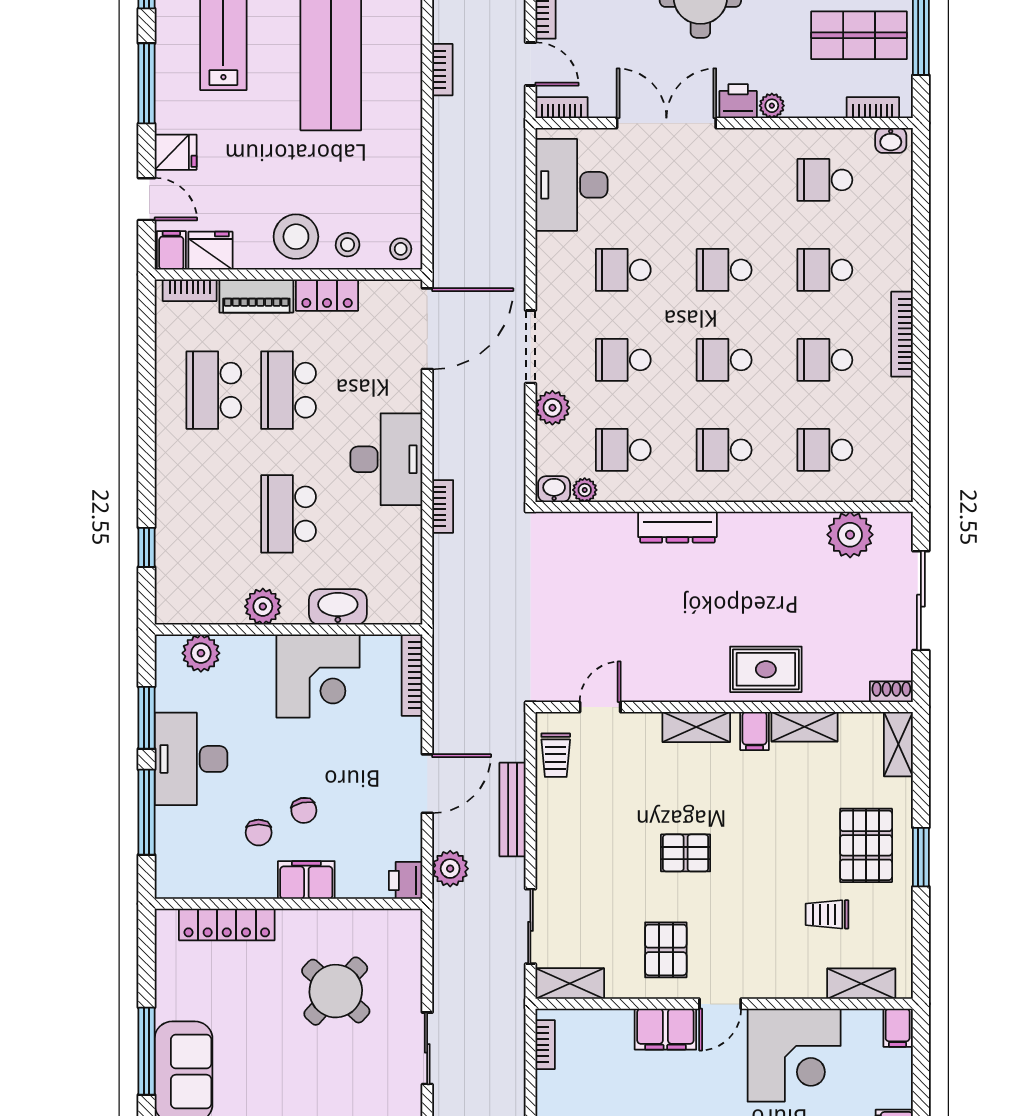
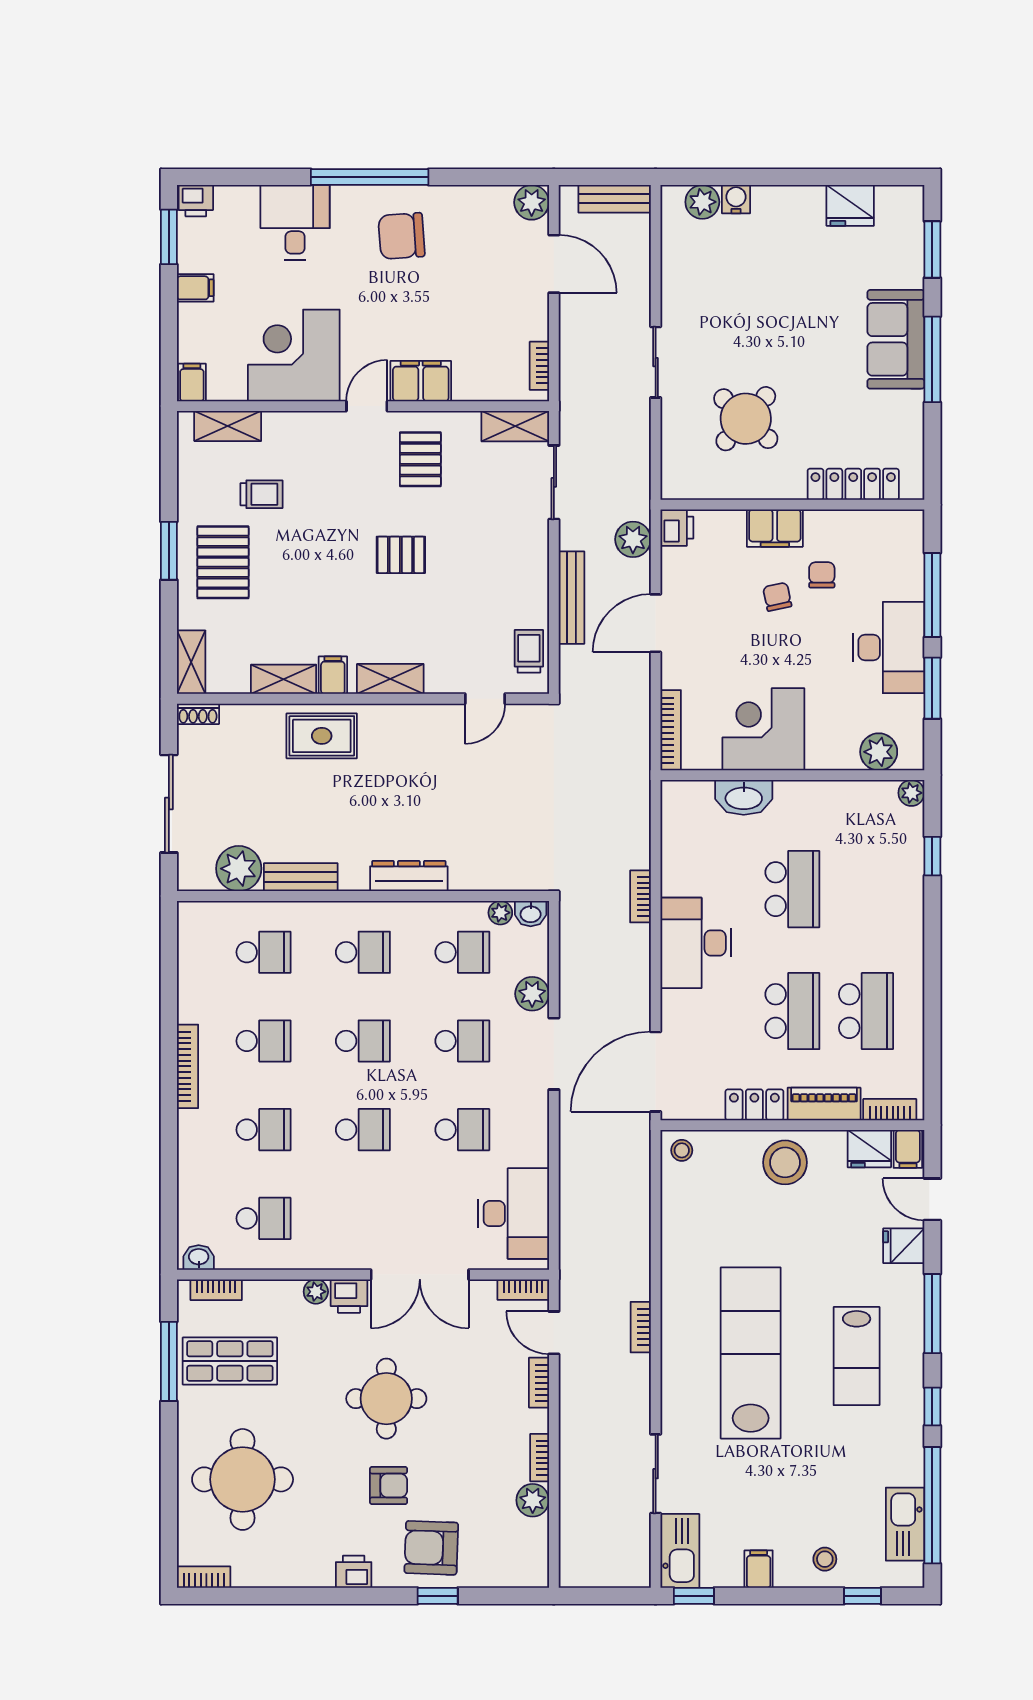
stool: (348, 245) -> (734, 1155), removed
bench: (787, 526) -> (301, 877), added
plant: (263, 606) -> (911, 793), moved, width x0.73, depth x0.73

